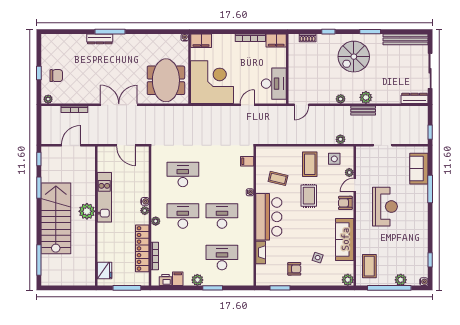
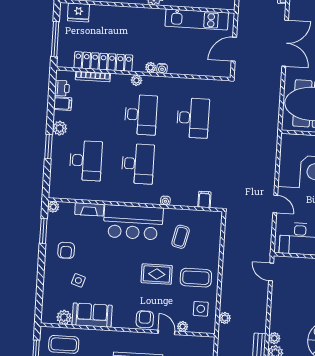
plant: (341, 99) -> (274, 338), moved
kitchen unit: (104, 197) -> (197, 19), moved
sofa: (345, 239) -> (92, 315), width x0.73
plant: (348, 280) -> (64, 317), moved
plant: (260, 281) -> (53, 207), added

